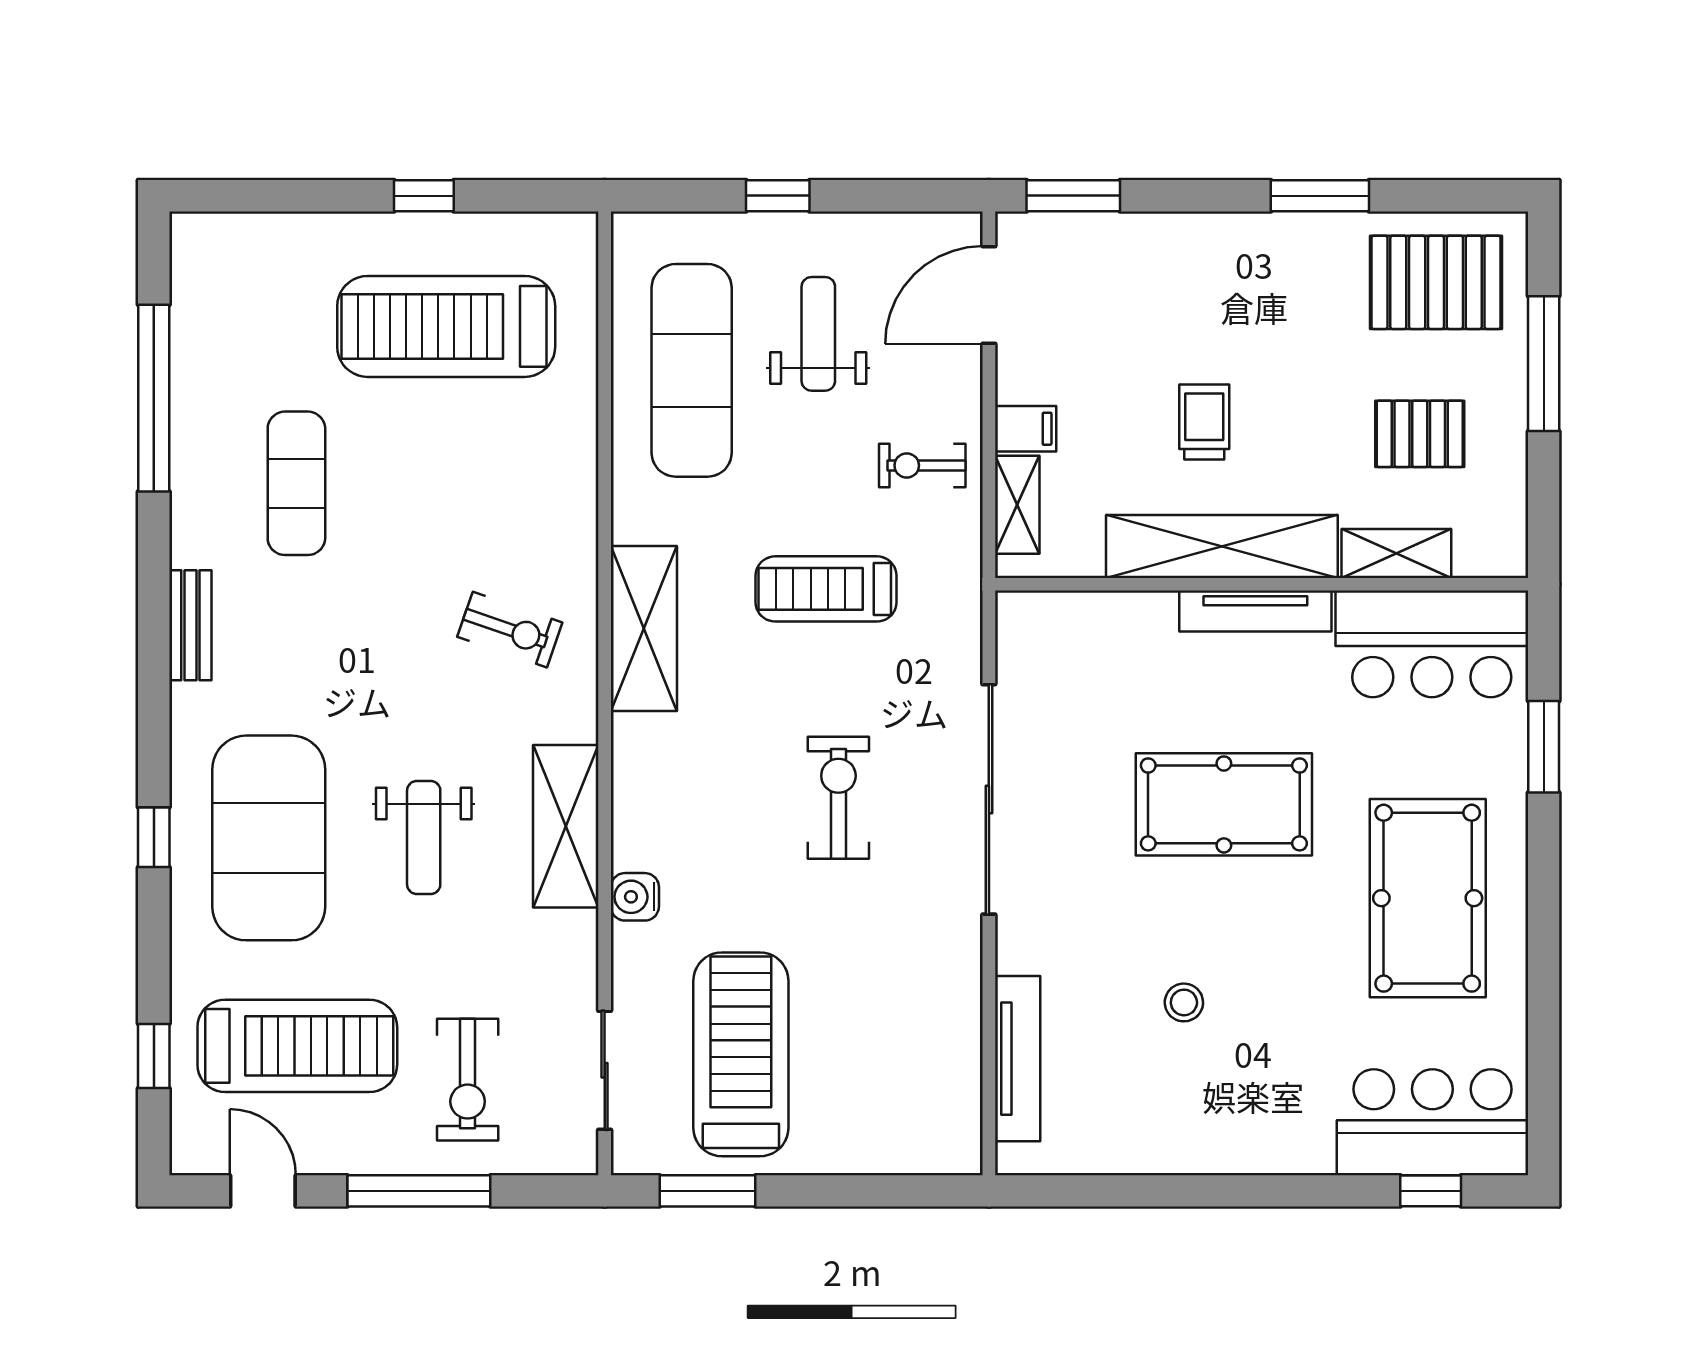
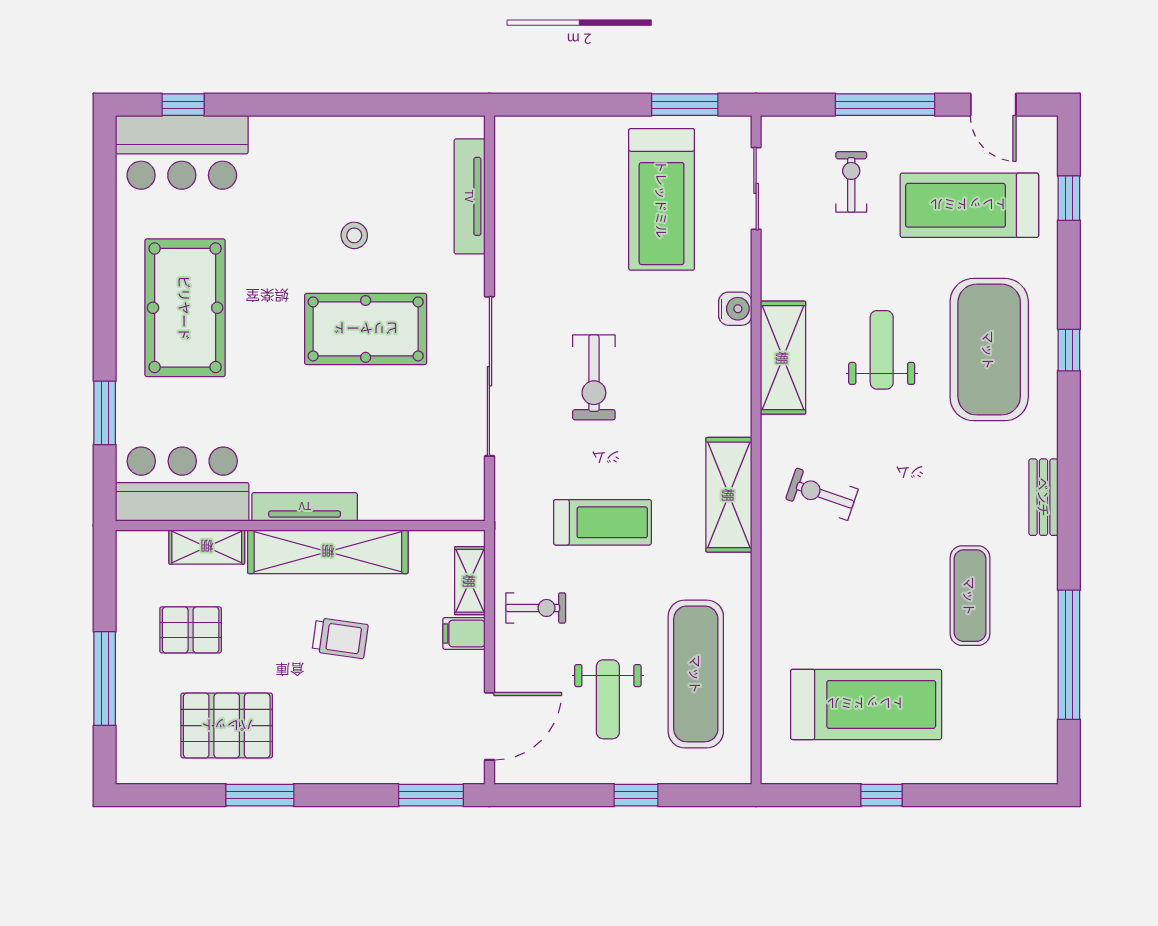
pallet: (1436, 282) -> (227, 726), moved
trolley: (1204, 422) -> (340, 638), turned -82
pool table: (1224, 804) -> (366, 329), moved
exercise bike: (468, 1080) -> (851, 182), width x0.73, depth x0.72

